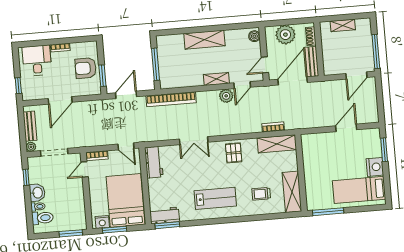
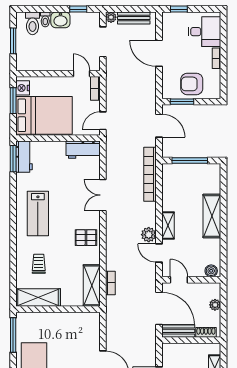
plant: (285, 35) -> (215, 305), width x0.53, depth x0.53
armchair: (86, 68) -> (192, 84), turned -90
window: (71, 233) -> (13, 41), moved

